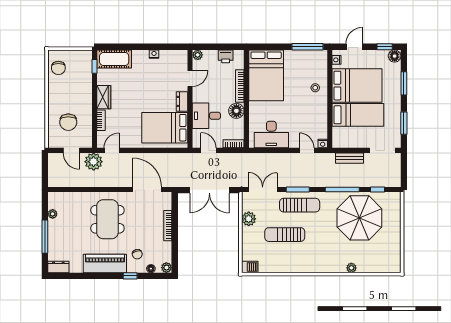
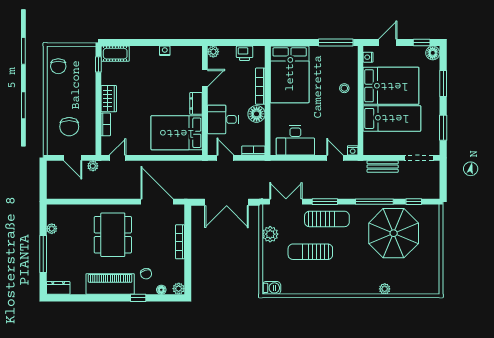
cot: (114, 59) -> (115, 54), width x0.73, depth x0.75
plant: (94, 162) -> (93, 166), width x0.53, depth x0.53

